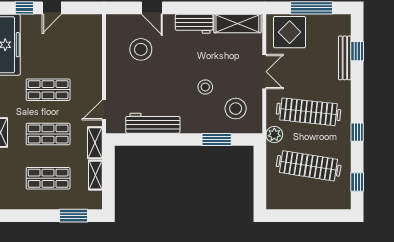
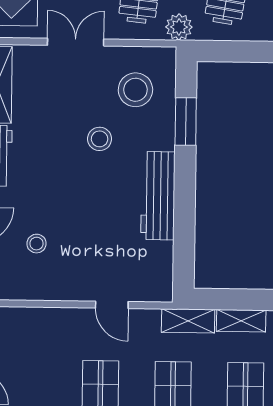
stool: (141, 49) -> (36, 244), width x0.53, depth x0.53
door: (104, 110) -> (112, 305), moved
workbench: (153, 123) -> (158, 196), moved

